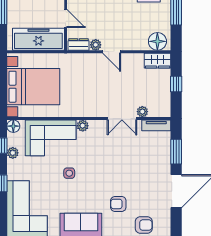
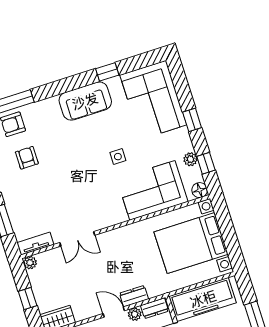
dresser: (92, 59) -> (134, 296), added
plant: (142, 112) -> (30, 263), moved
double door: (122, 119) -> (77, 239), swing flipped
plant: (83, 126) -> (120, 216), removed
armchair: (118, 204) -> (27, 158), moved, turned -90

